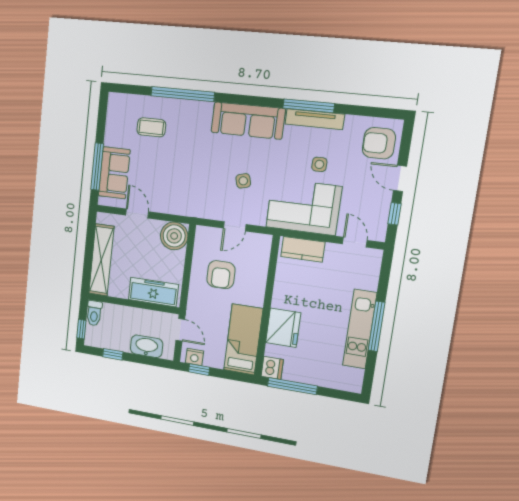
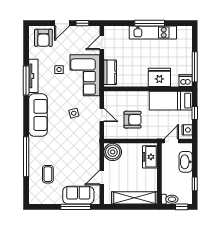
freezer: (153, 292) -> (150, 157), width x0.71
window: (199, 370) -> (195, 113), moved

